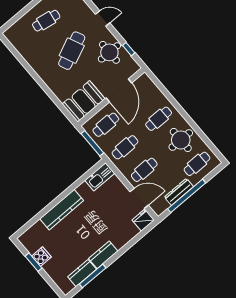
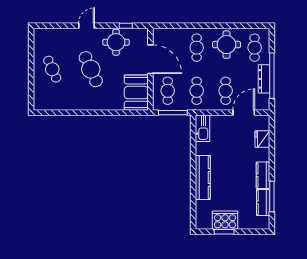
cafe table: (46, 21) -> (52, 69), turned -33
fridge: (143, 220) -> (262, 139), moved
cooker: (41, 257) -> (225, 220), width x1.87, depth x1.31

